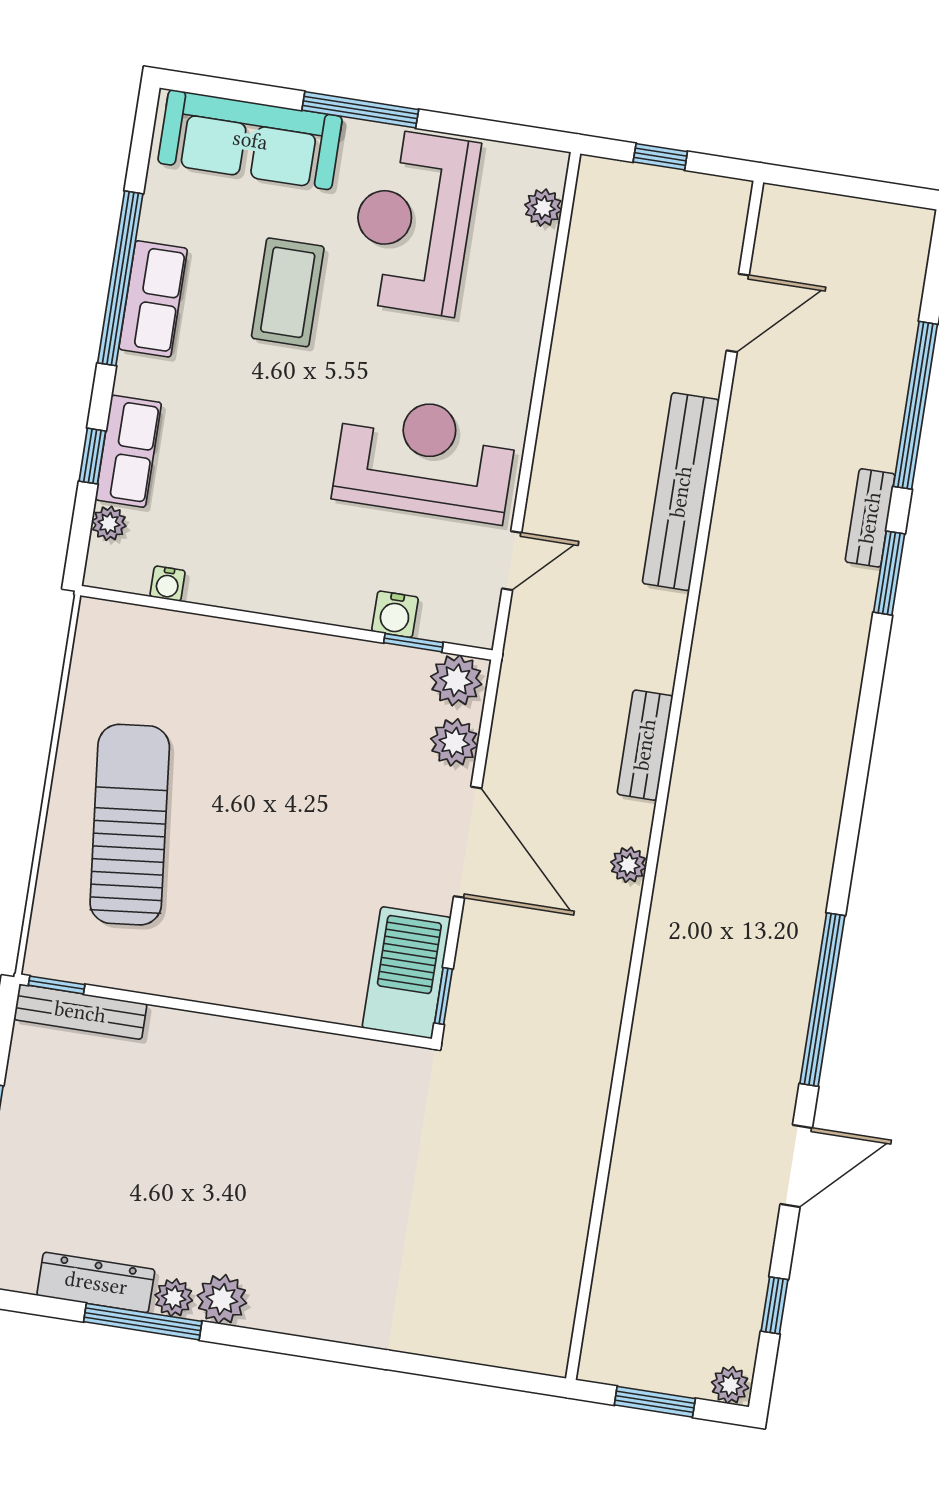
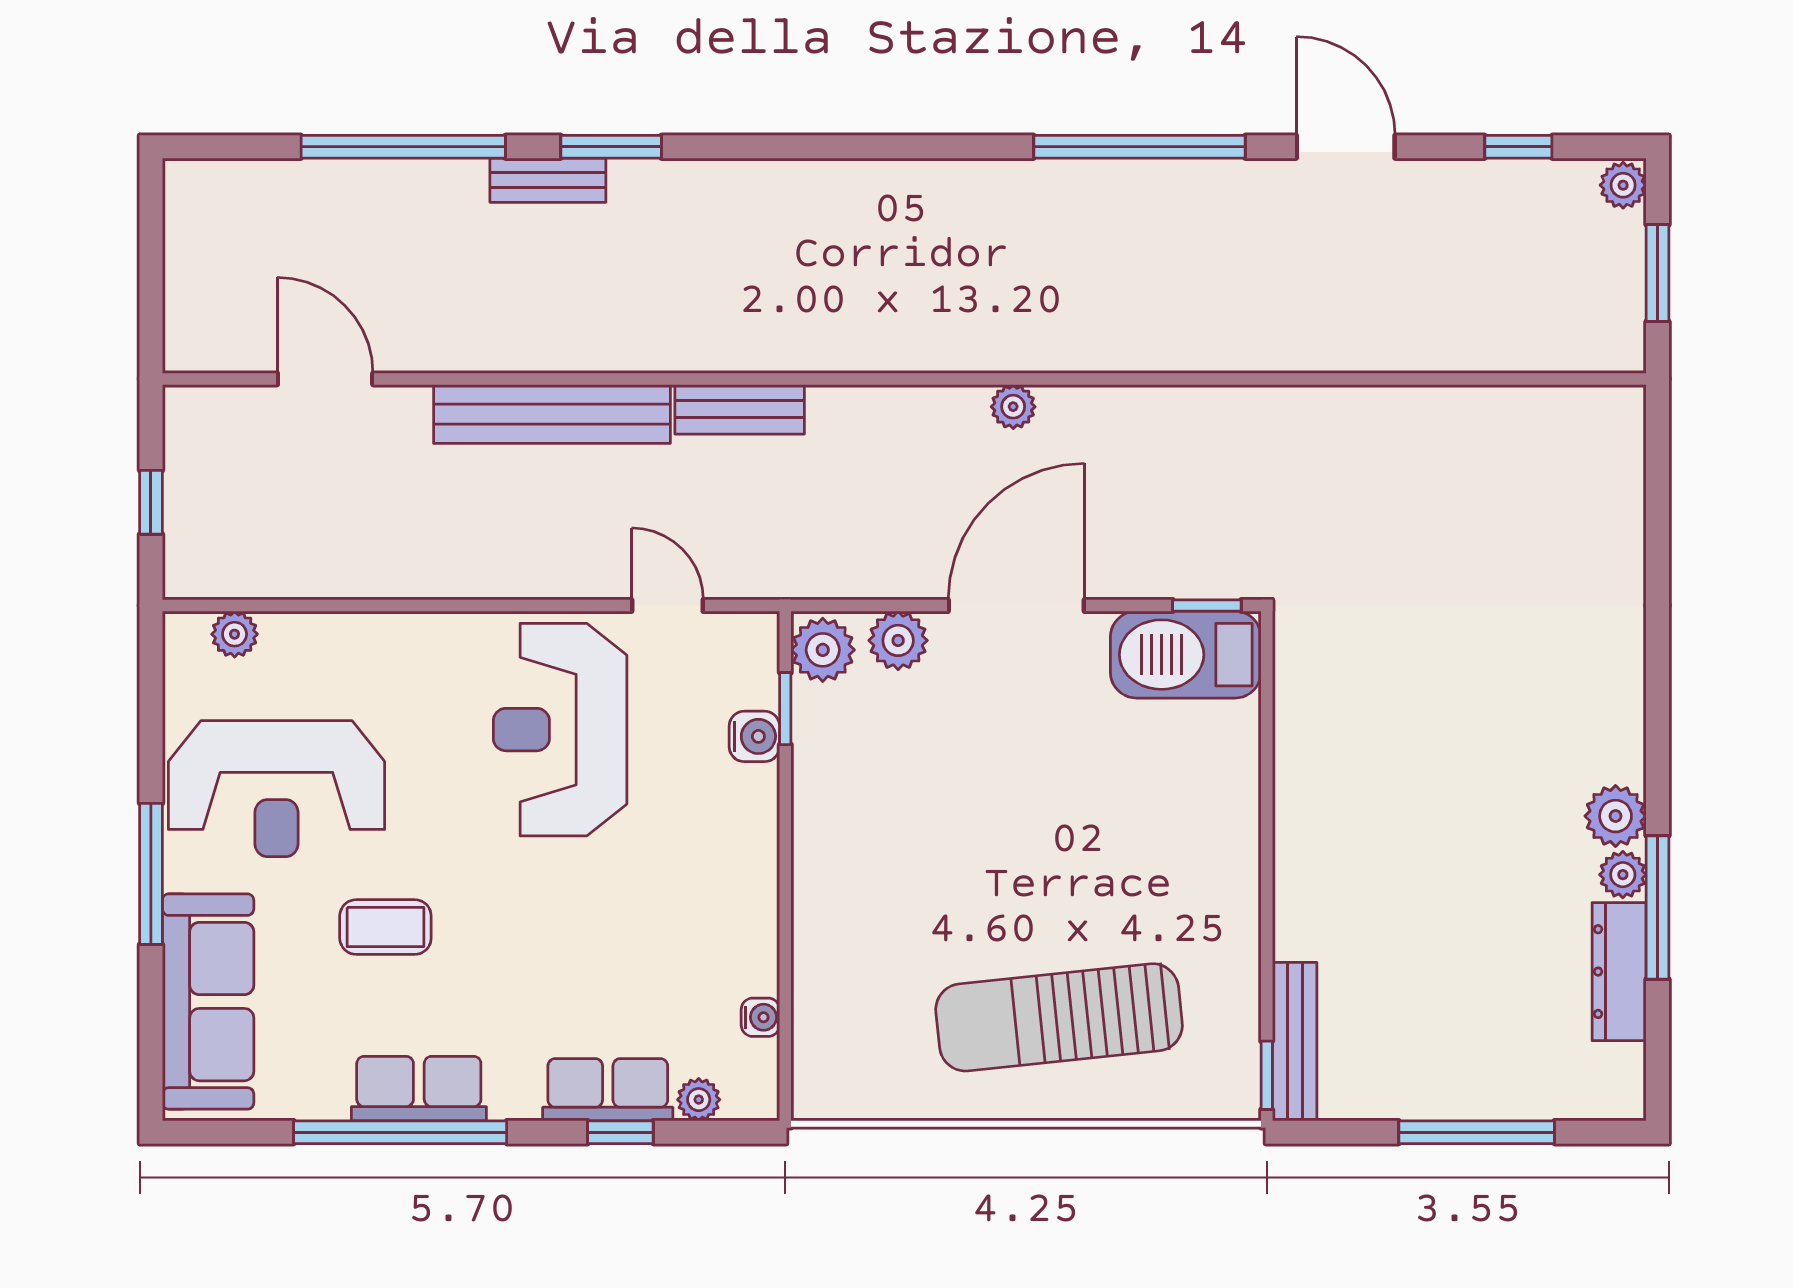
coffee table: (288, 292) -> (385, 927), width x0.73, depth x0.77
bench: (645, 745) -> (740, 409), moved

